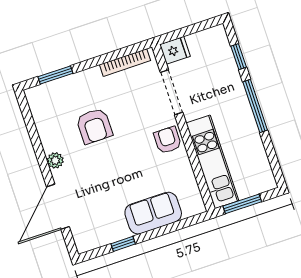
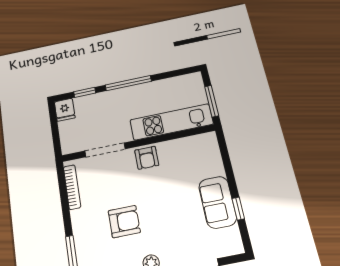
fridge: (175, 50) -> (65, 110), moved, turned 180
armchair: (168, 140) -> (147, 158), turned -90
sofa: (153, 213) -> (218, 202), moved

